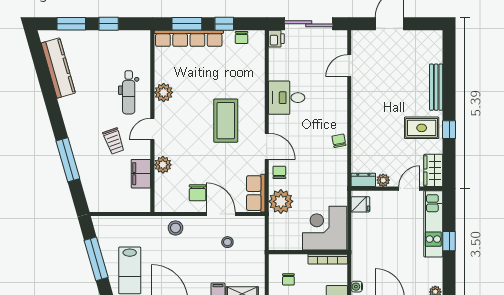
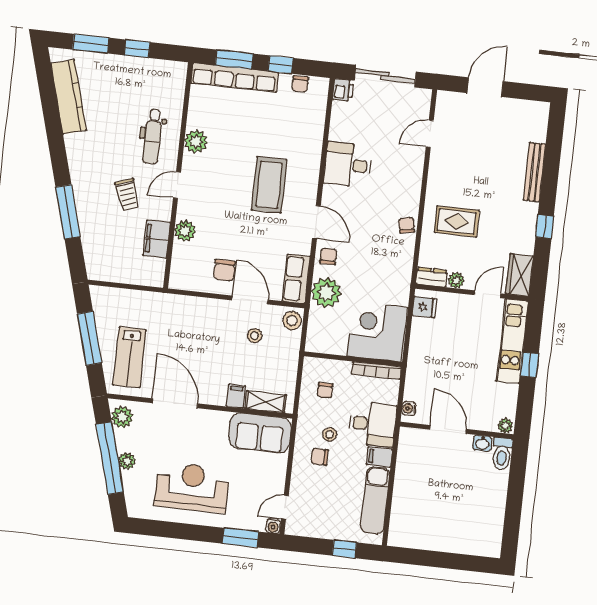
rug: (422, 128) -> (457, 221), moved
stool: (175, 228) -> (292, 321), moved

